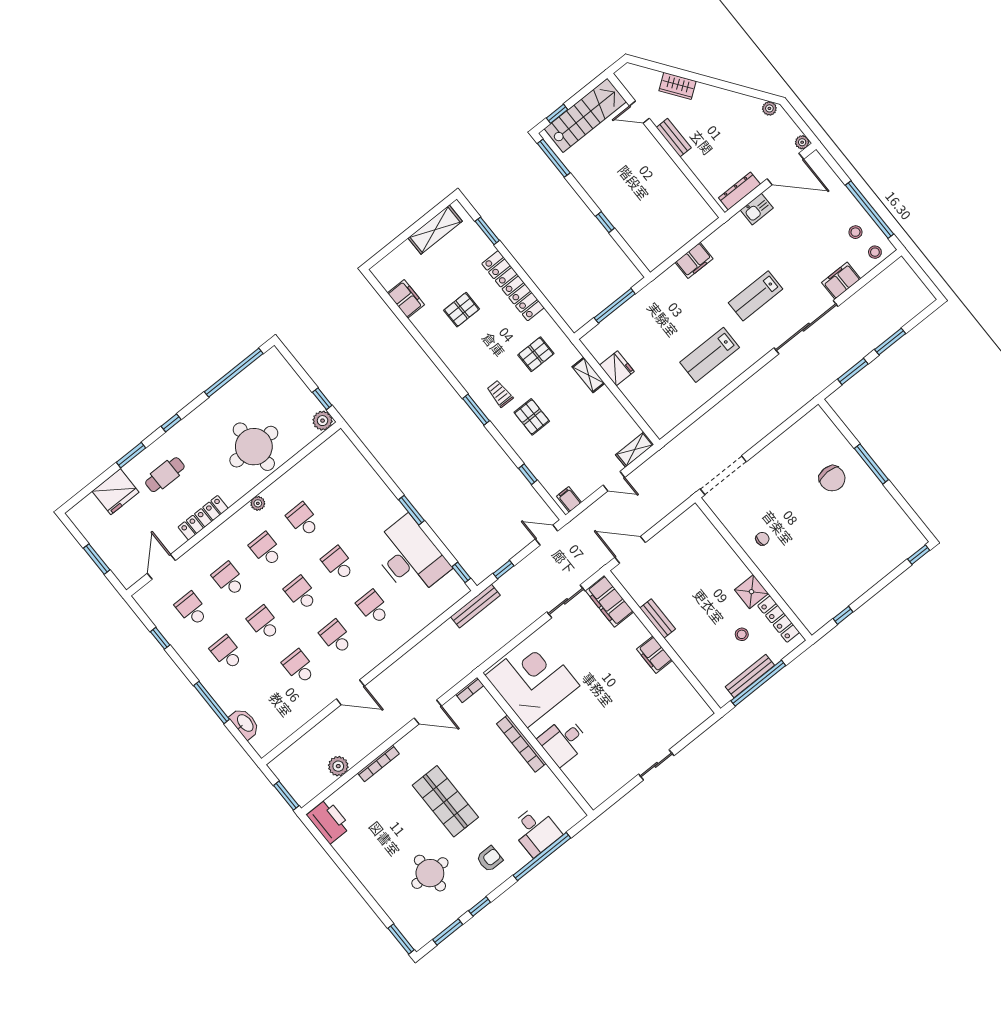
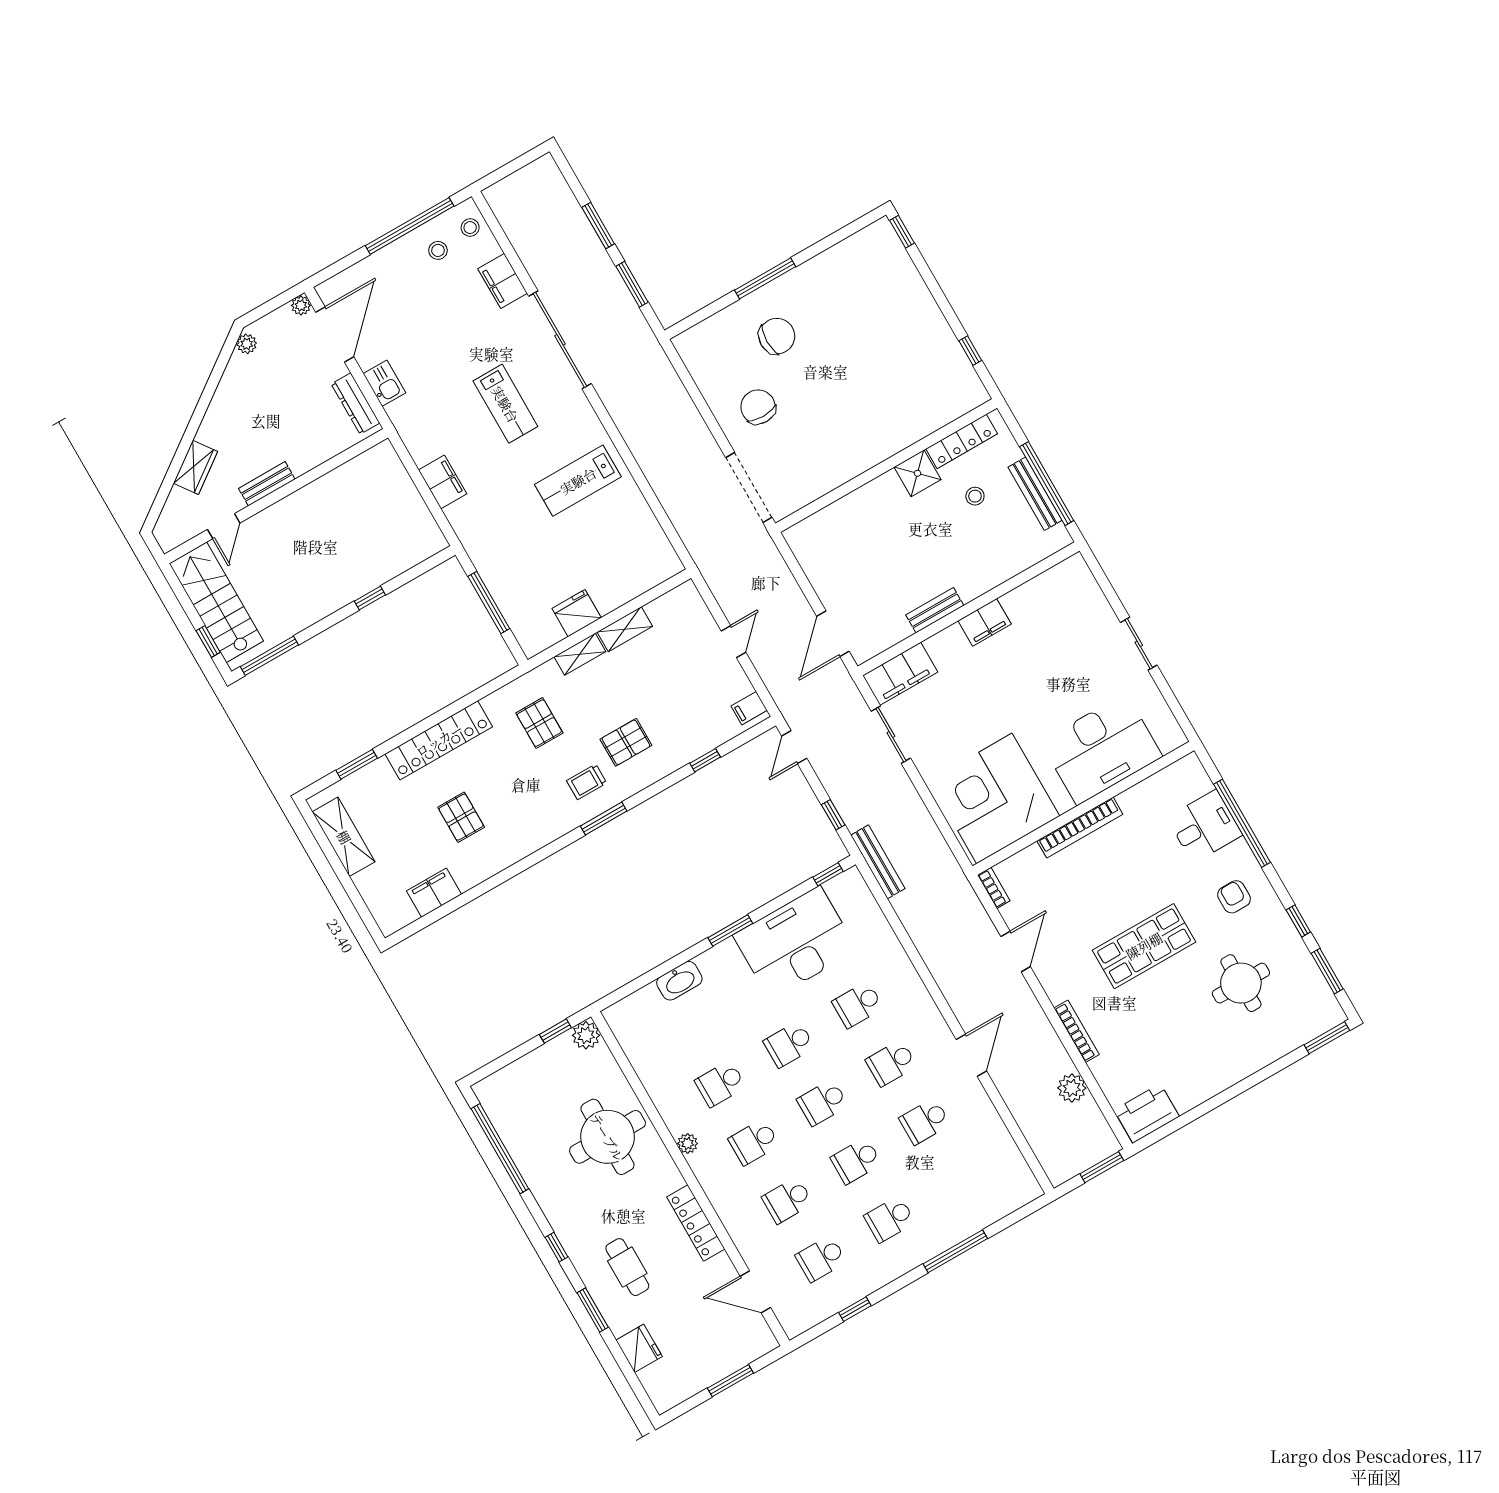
lab bench: (710, 355) -> (578, 481), turned 90
shelving: (635, 450) -> (625, 629), moved, turned 90
fridge: (116, 492) -> (639, 1348), width x0.73, depth x0.75
chair: (762, 539) -> (758, 407), moved, width x1.87, depth x1.87
washbasin: (245, 723) -> (679, 981), moved, turned 180
desk: (563, 741) -> (1101, 749), width x1.87, depth x1.30

